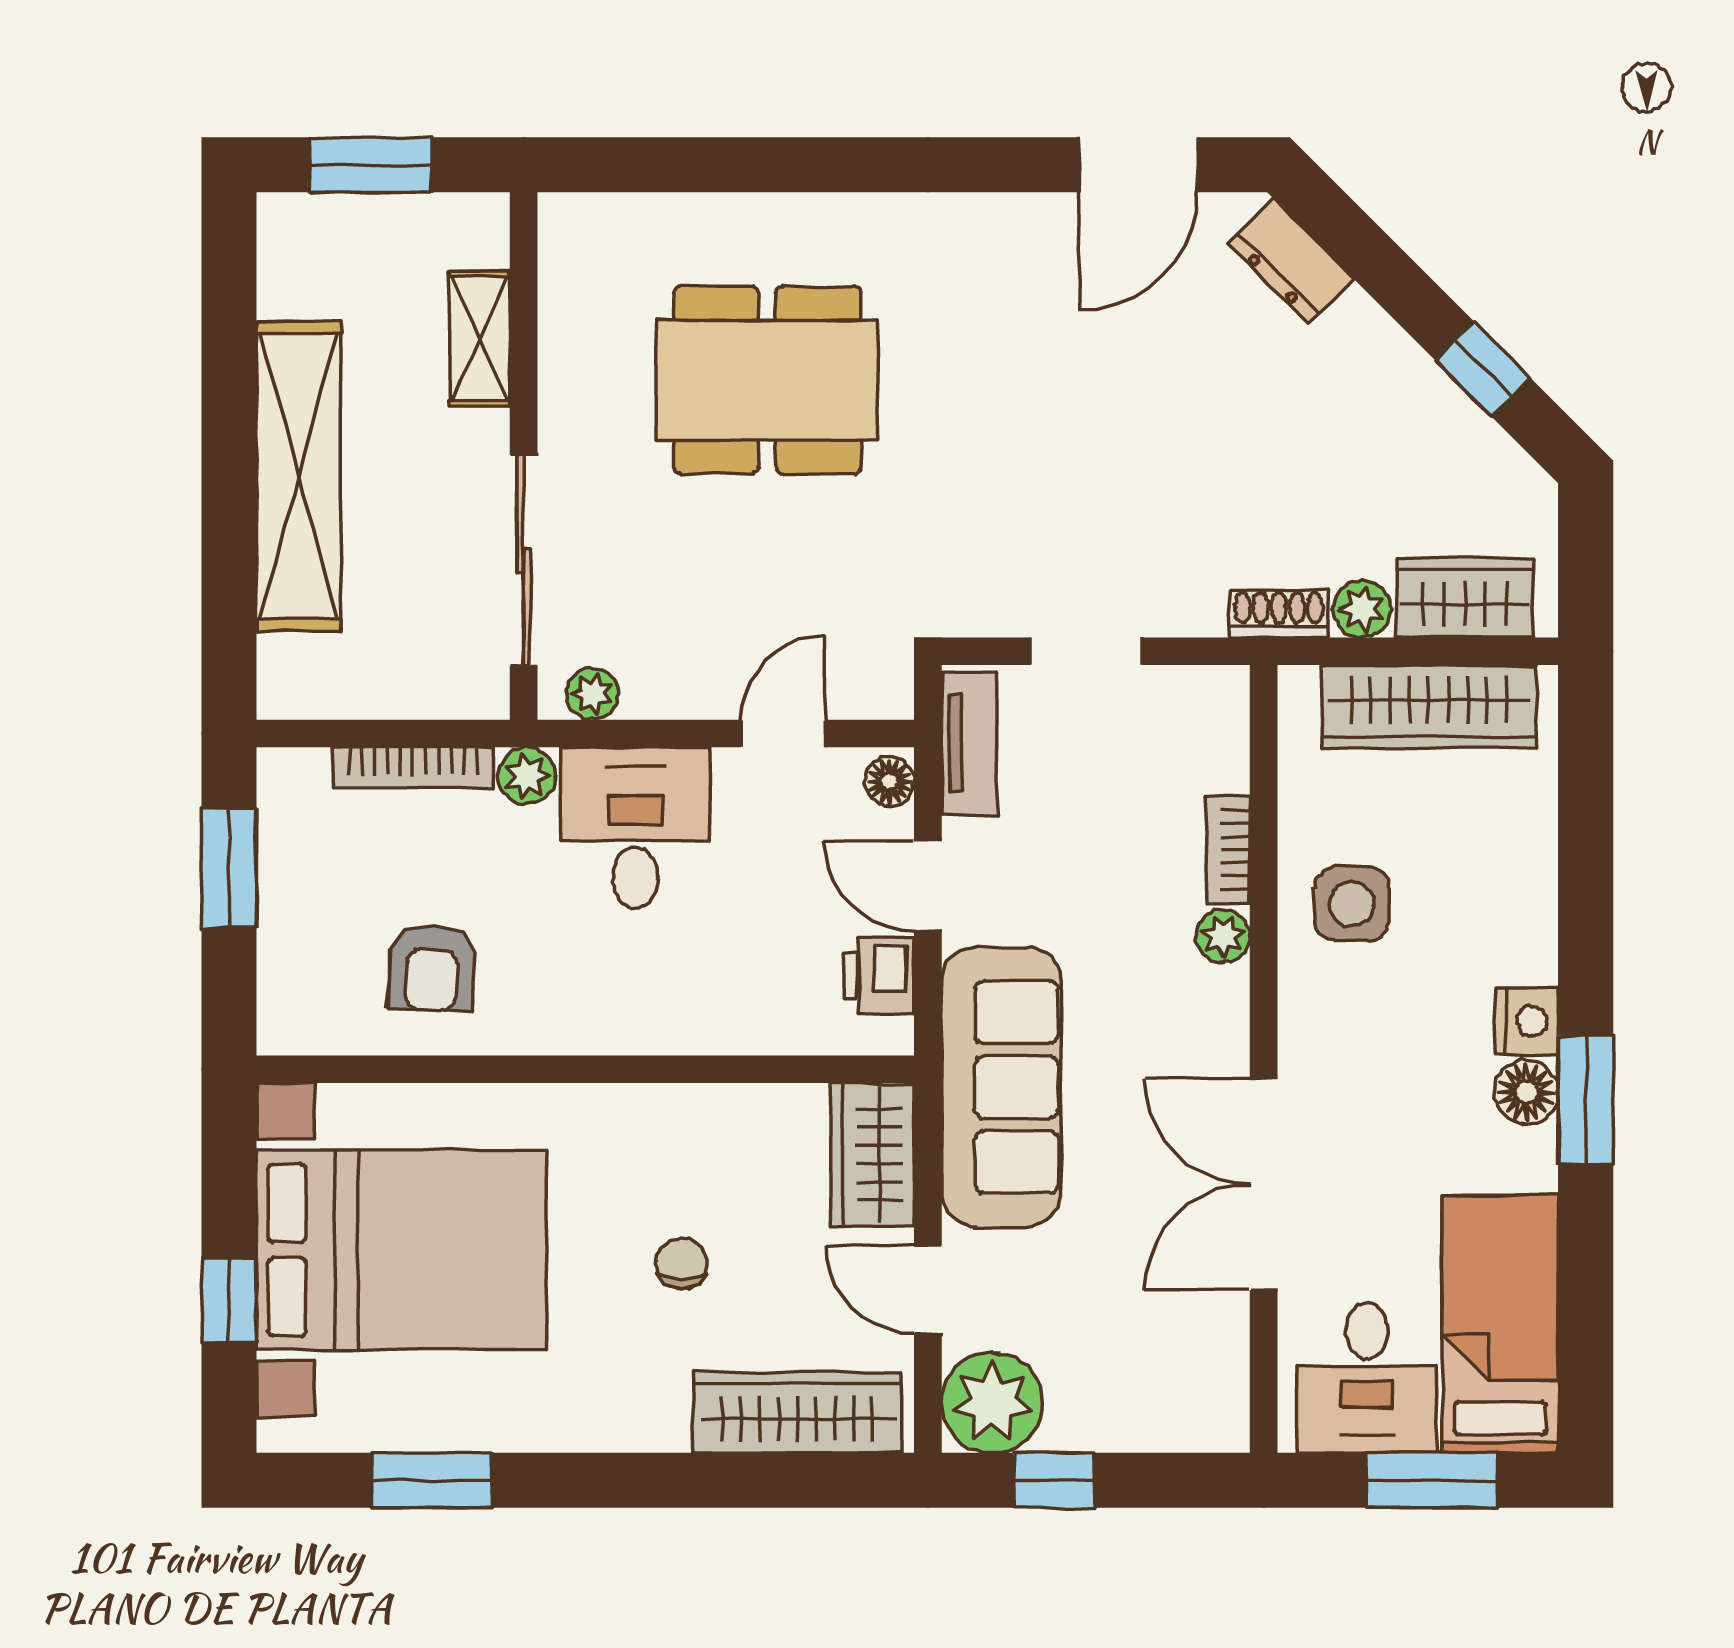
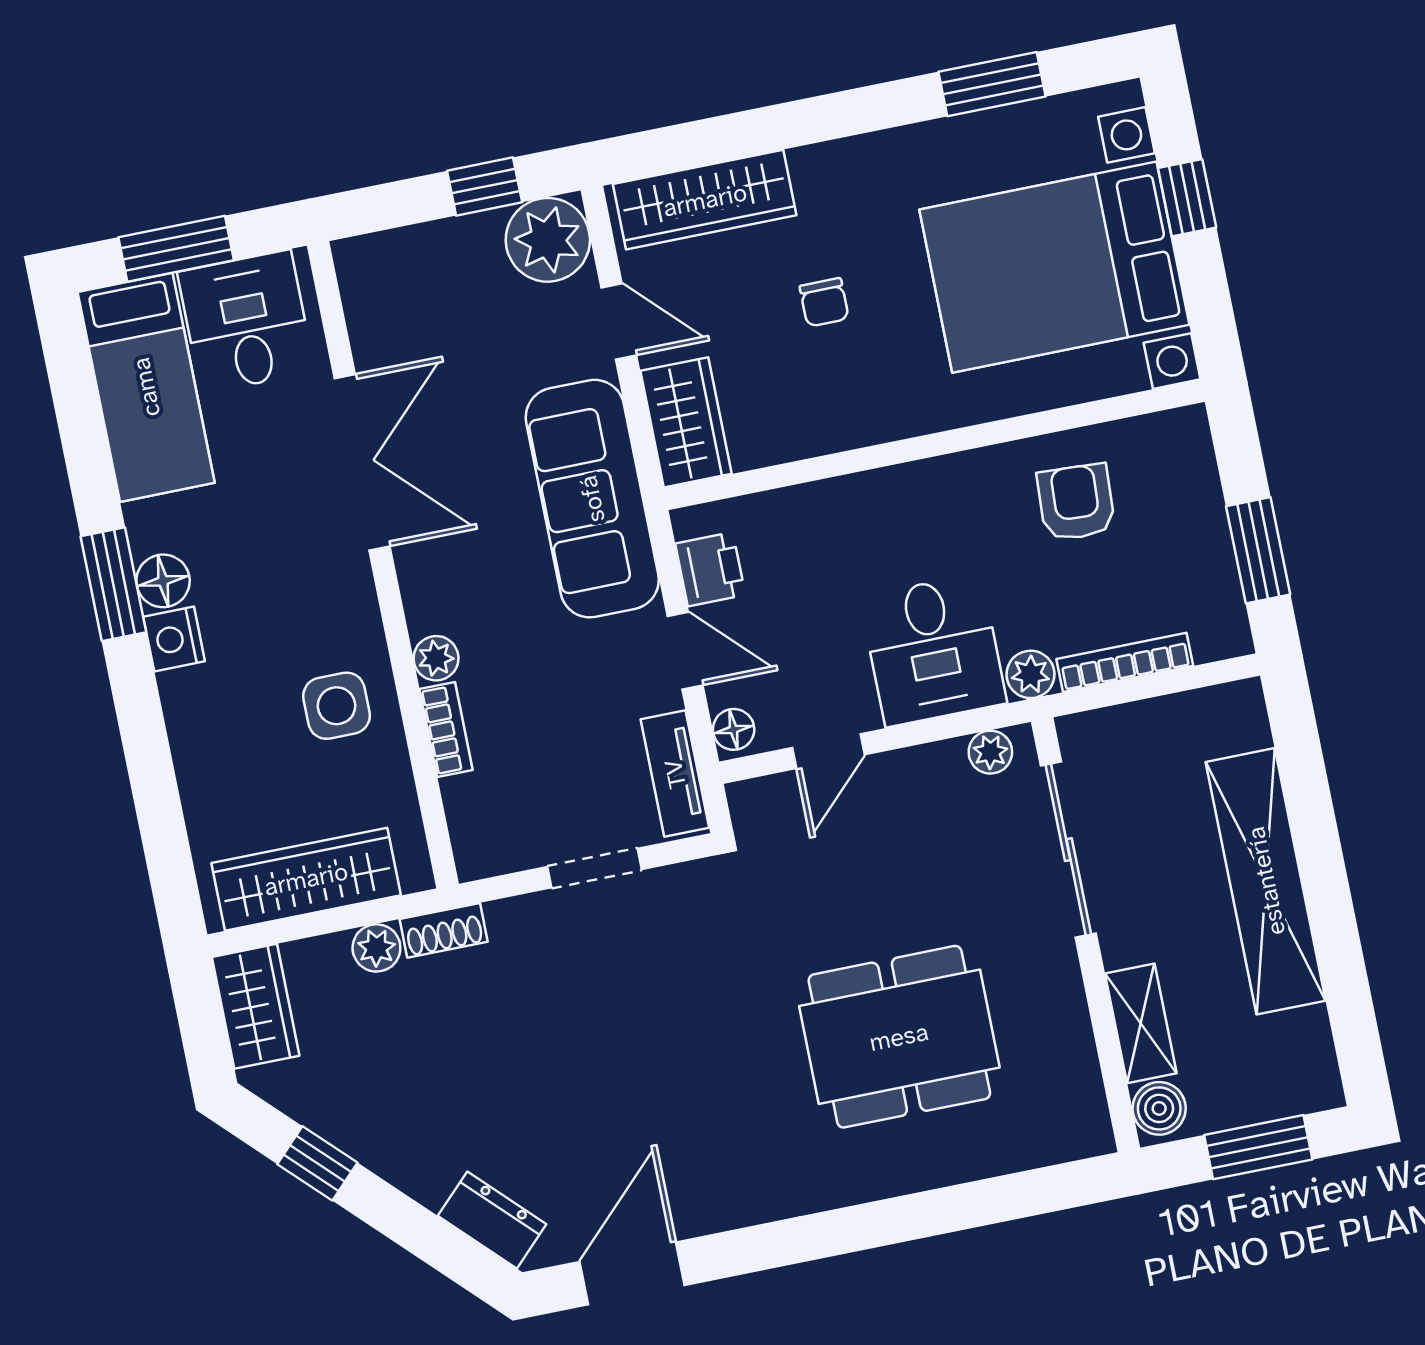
boiler: (478, 234) -> (1159, 1108), added
wardrobe: (1465, 598) -> (256, 1006), moved, turned -90

